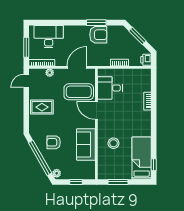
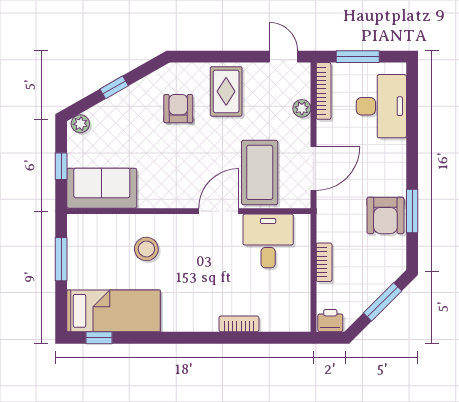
door: (77, 67) -> (313, 168), hinge flipped
armchair: (54, 142) -> (178, 109), moved
sofa: (86, 144) -> (102, 188), moved
window: (40, 158) -> (114, 87), width x0.32

